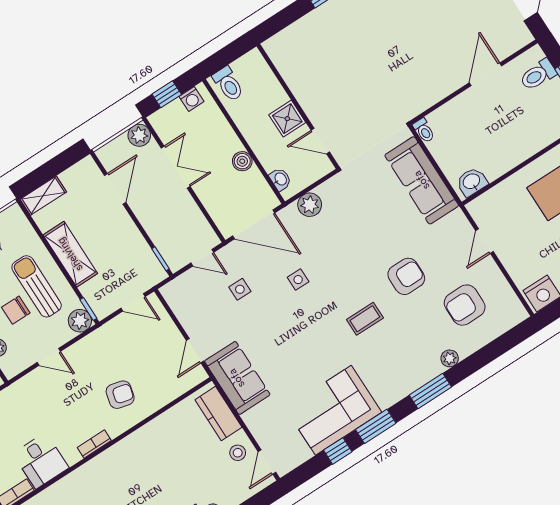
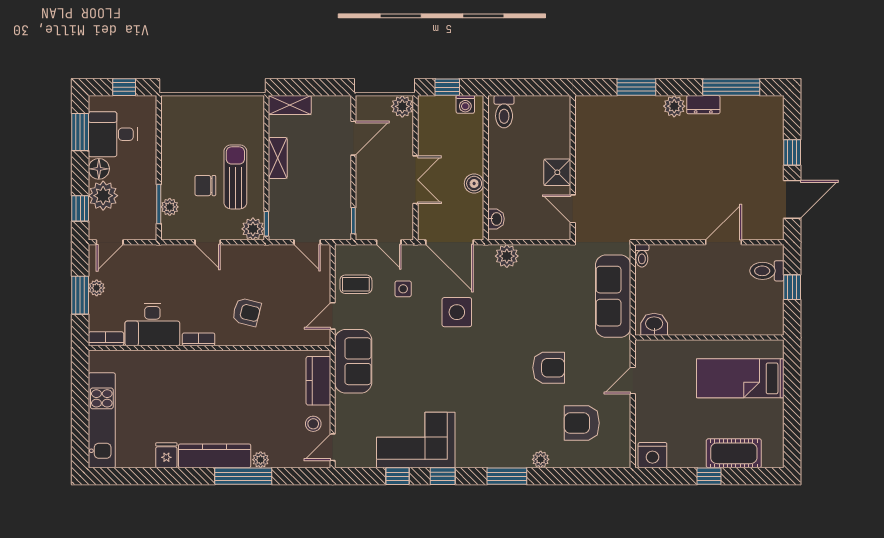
wall: (298, 106) -> (573, 168), moved
shower: (287, 119) -> (557, 172), moved
door: (320, 141) -> (573, 209), moved
double door: (176, 167) -> (415, 180), moved
shelving: (70, 254) -> (278, 158), width x0.67, depth x0.75
side table: (298, 280) -> (457, 312), width x1.87, depth x1.87
coffee table: (365, 319) -> (356, 284), moved
window: (376, 426) -> (443, 476), width x0.67
desk: (41, 461) -> (152, 324), width x1.37

